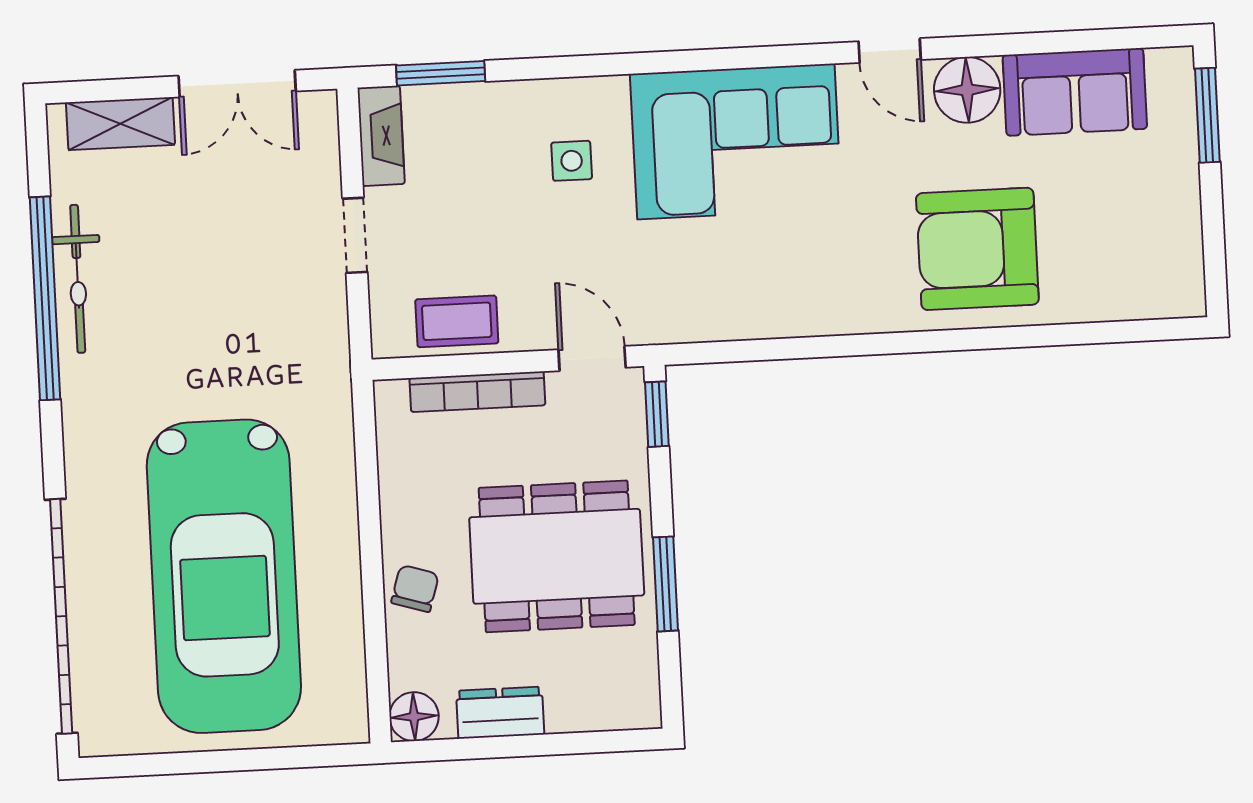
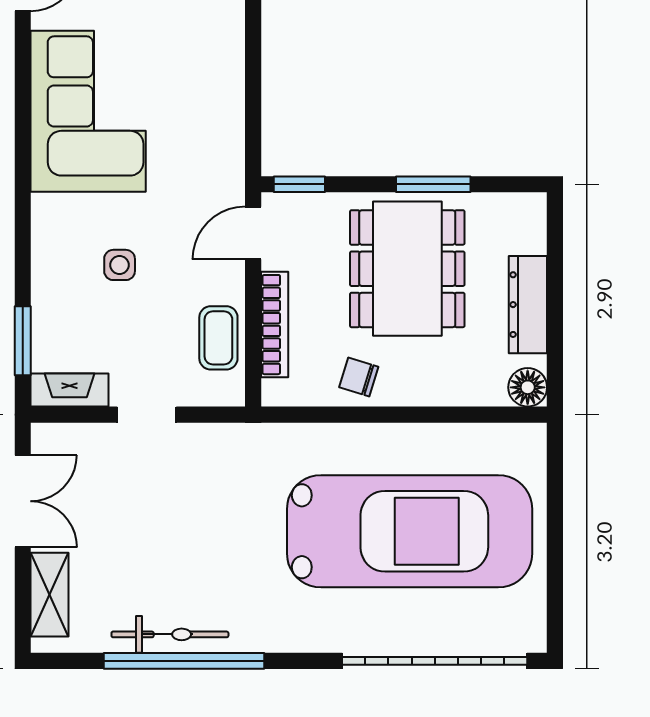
side table: (572, 161) -> (120, 265), moved
chair: (415, 588) -> (359, 377), moved
dresser: (500, 713) -> (528, 305), width x1.44

